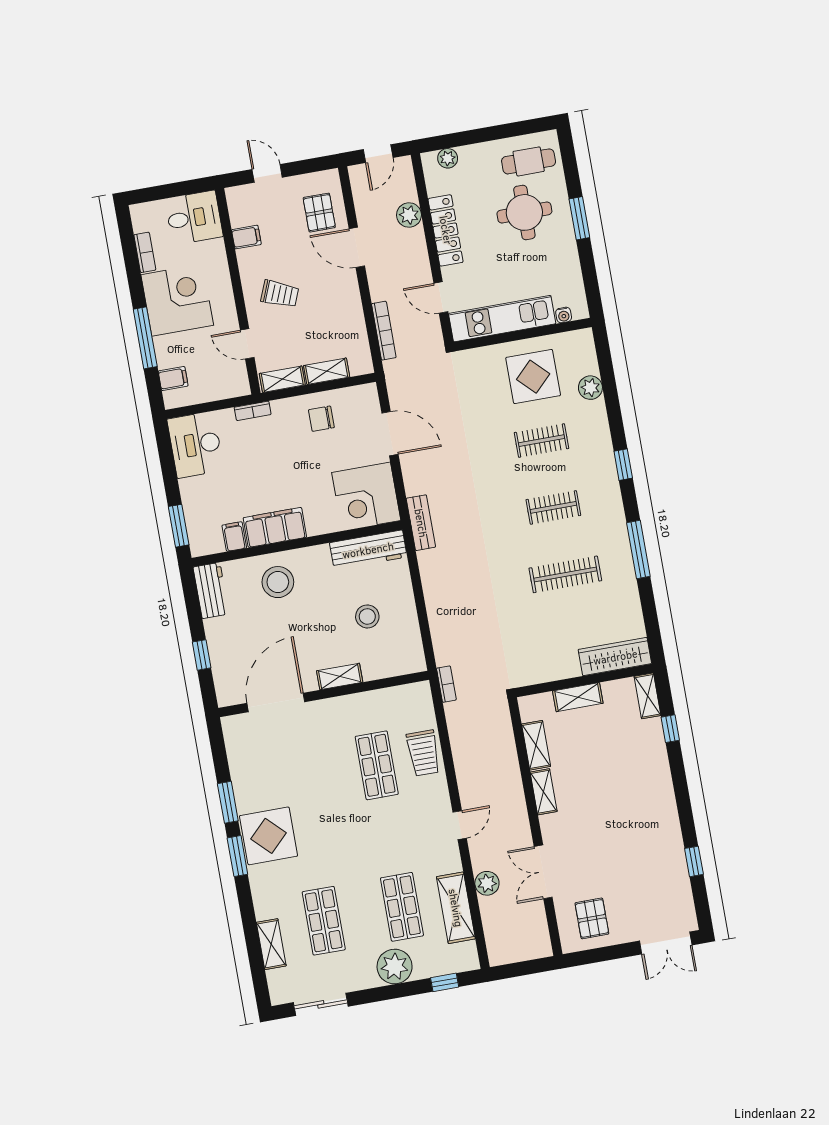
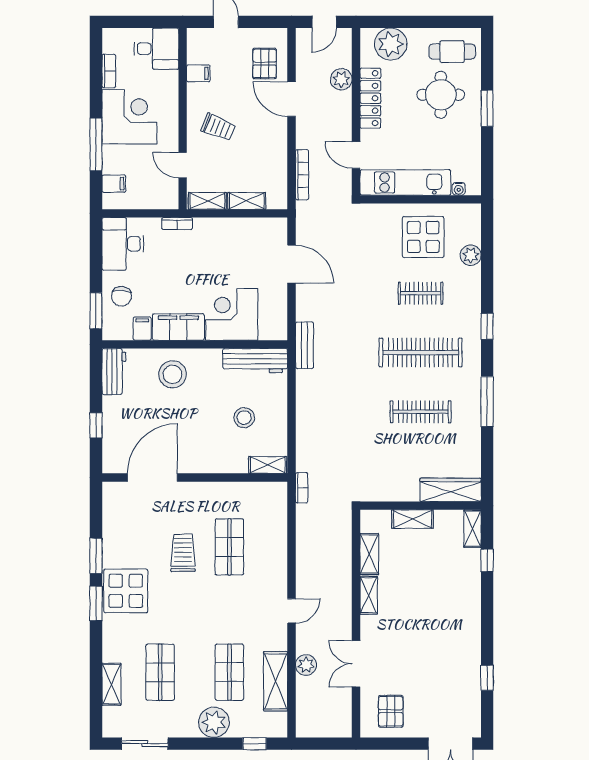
plant: (448, 158) -> (391, 44), width x1.87, depth x1.87
chair: (321, 419) -> (121, 296), moved, turned -85
corner desk: (366, 496) -> (232, 314), moved, turned 90
clothes rail: (553, 507) -> (421, 352), width x1.86, depth x1.31
shelving: (340, 676) -> (268, 465), moved
trolley: (423, 753) -> (183, 553), moved, turned 180

